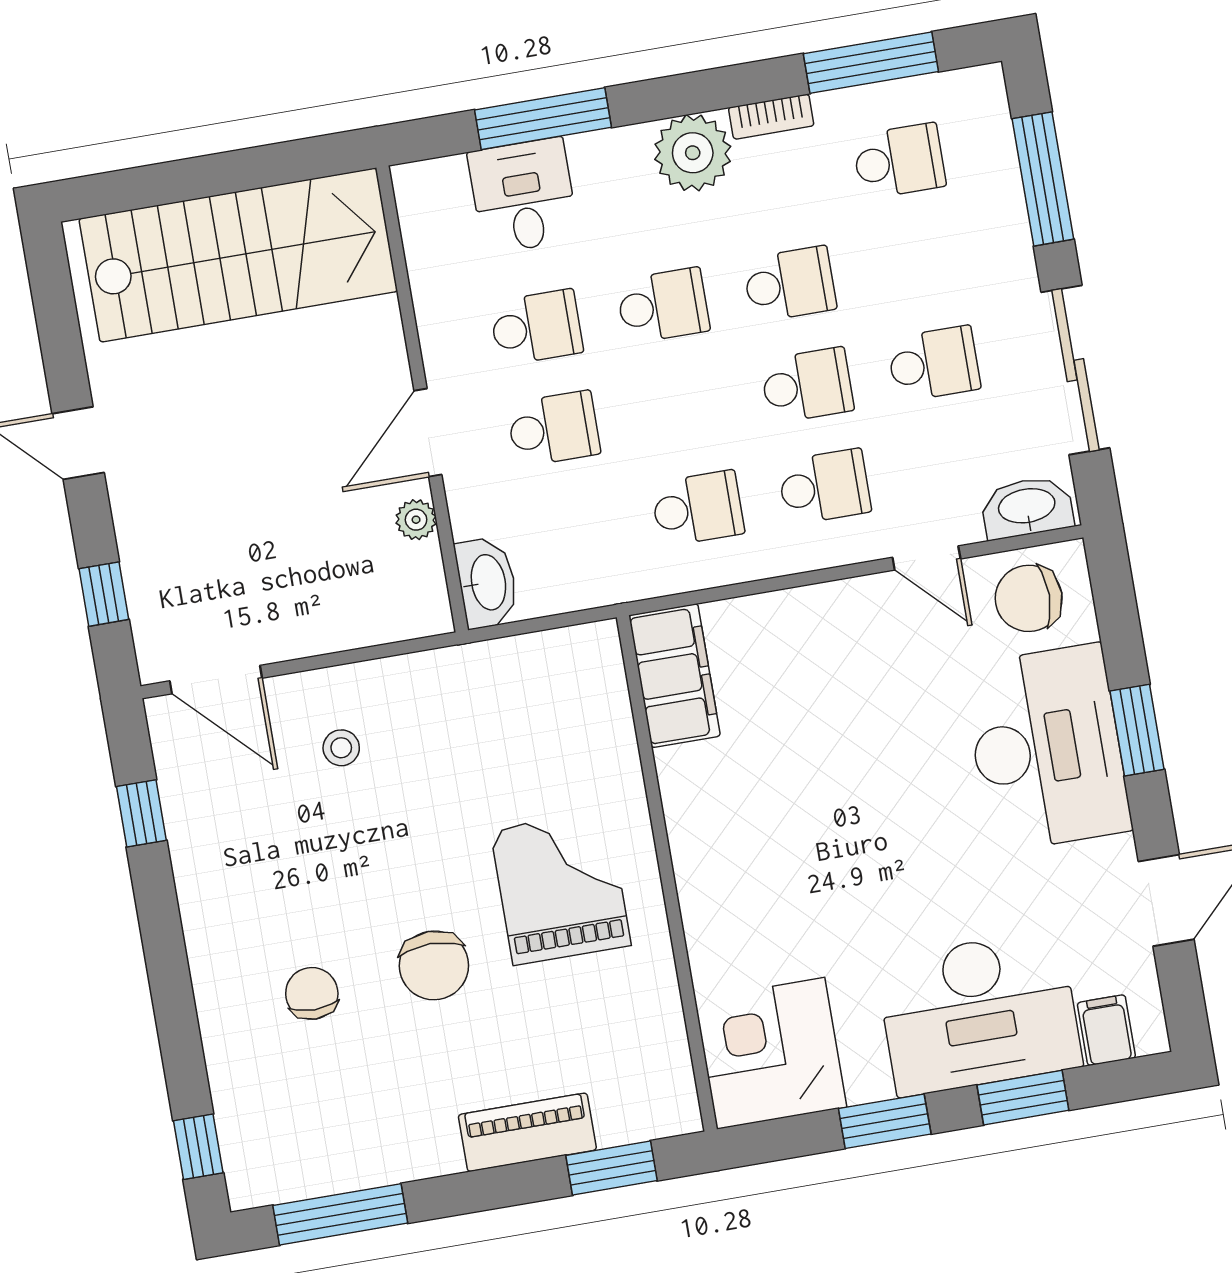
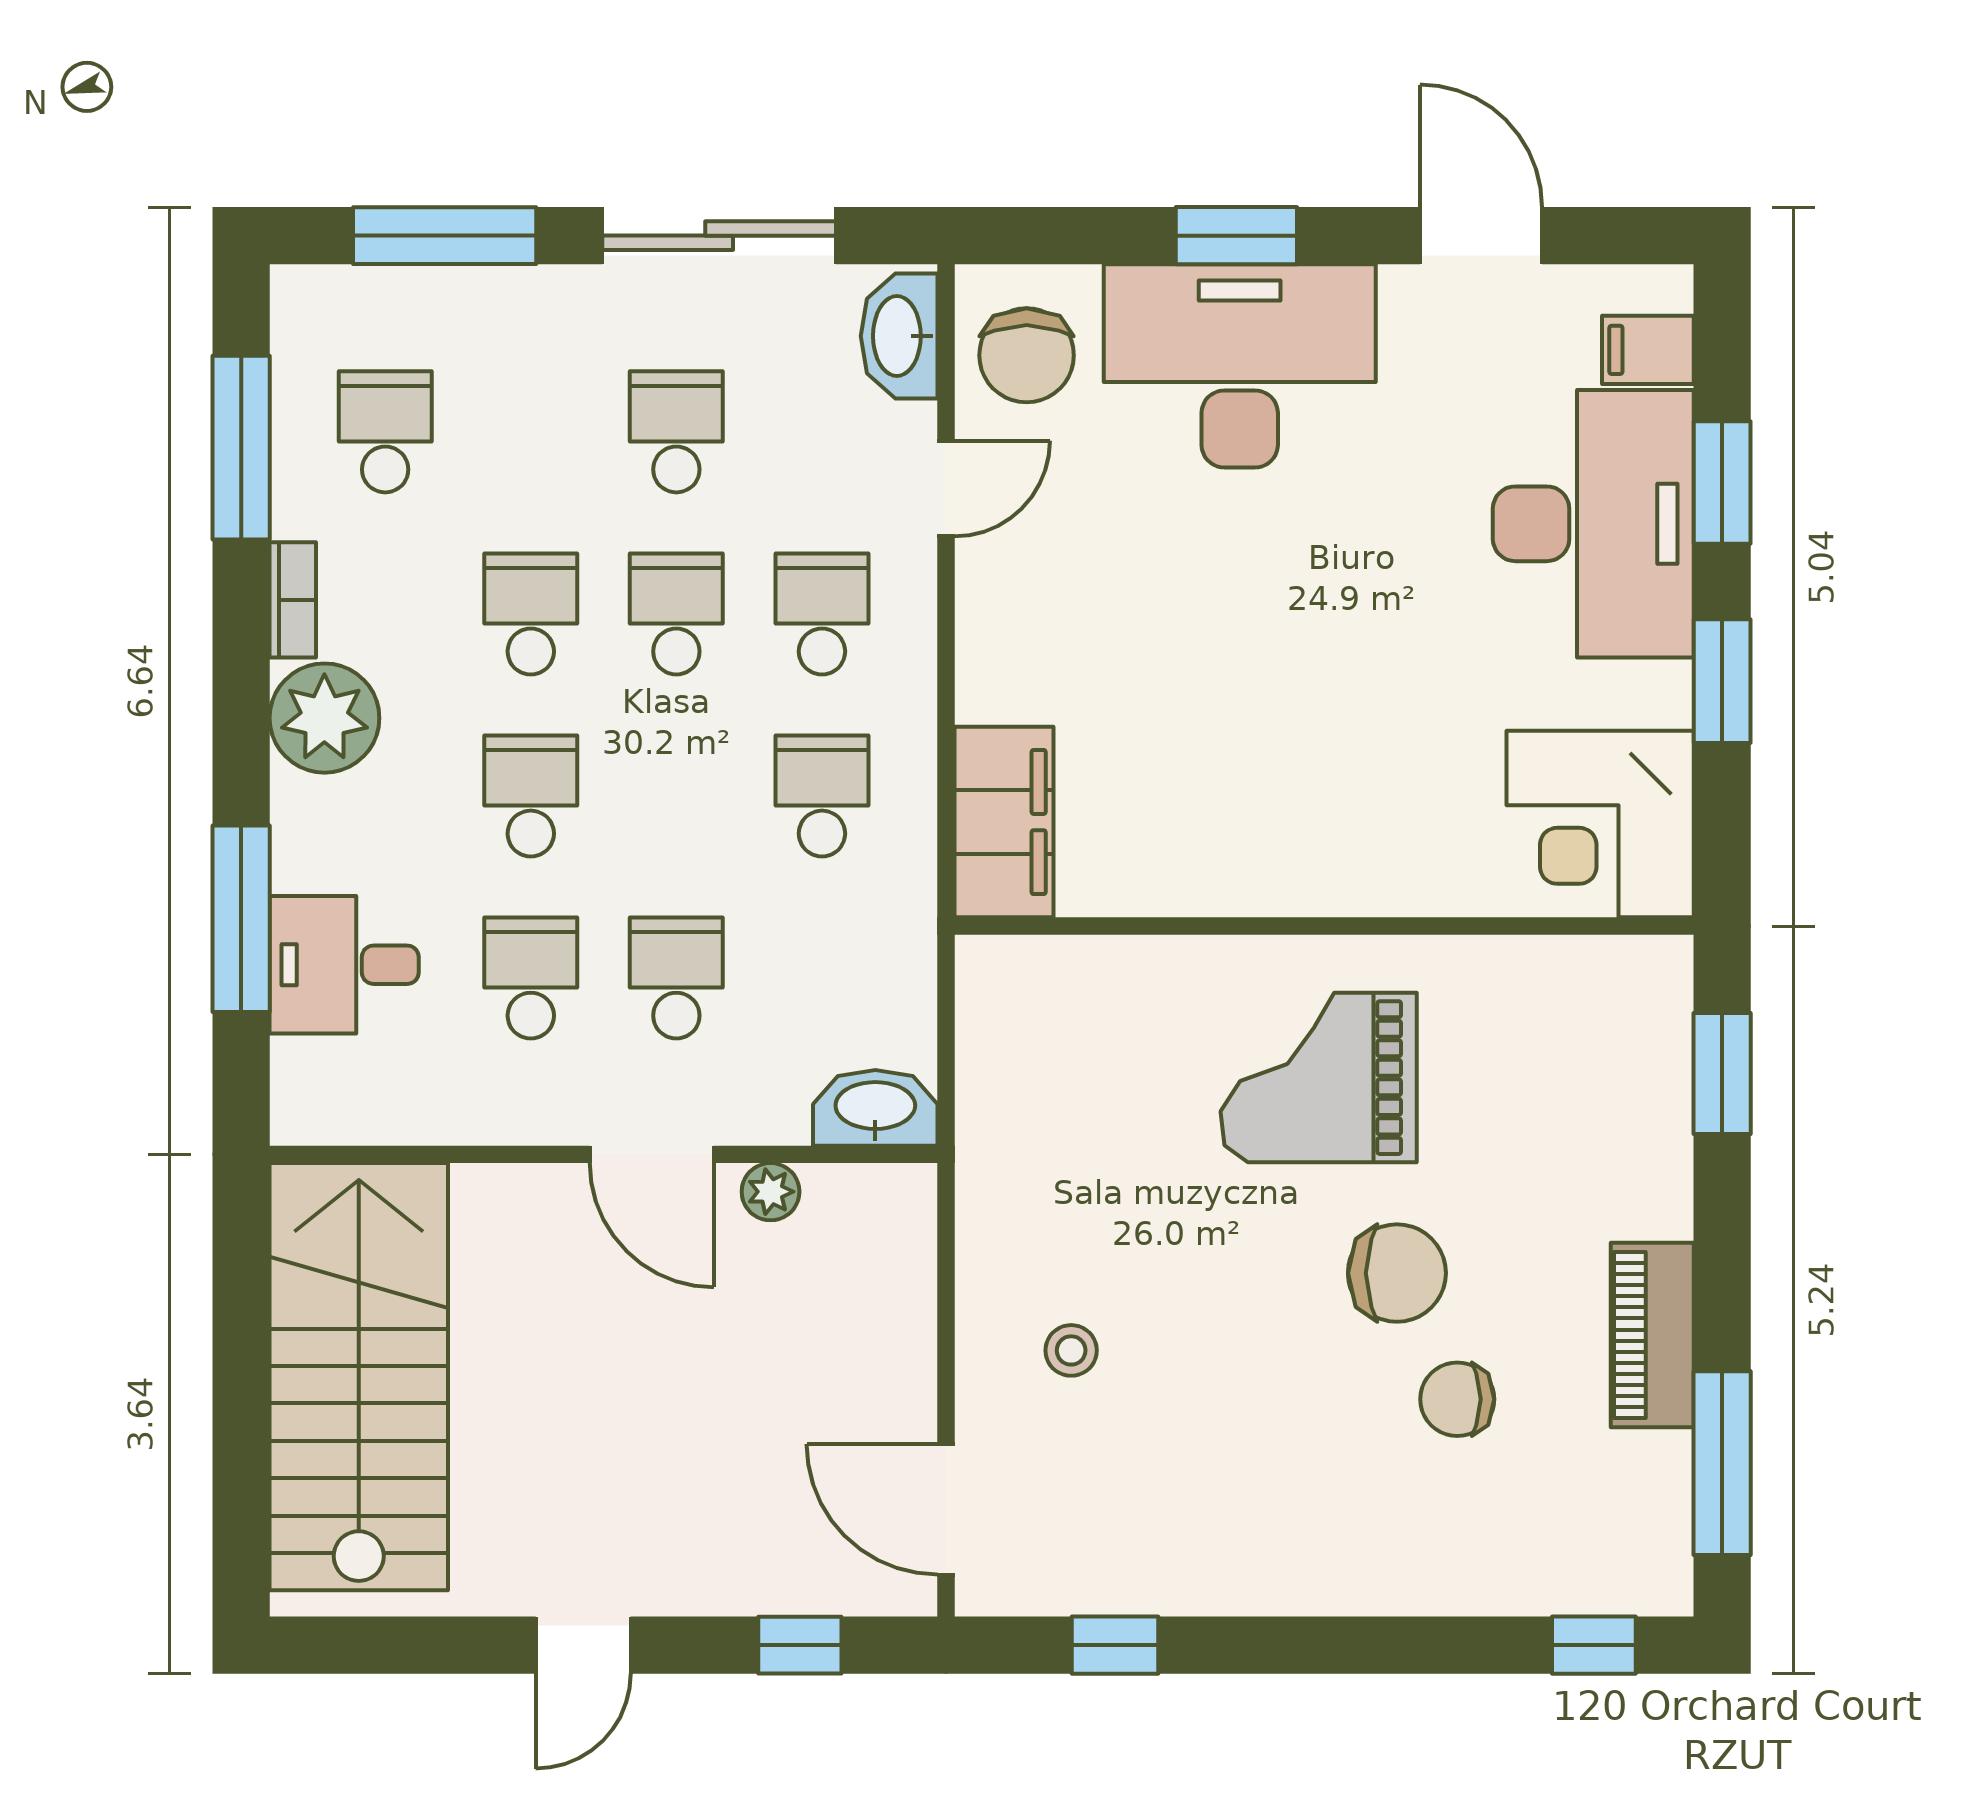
filing cabinet: (675, 676) -> (1004, 822), moved, turned 90
door: (216, 680) -> (946, 1509), swing flipped
chair: (312, 993) -> (1457, 1399), moved
piano: (527, 1132) -> (1652, 1335), moved

